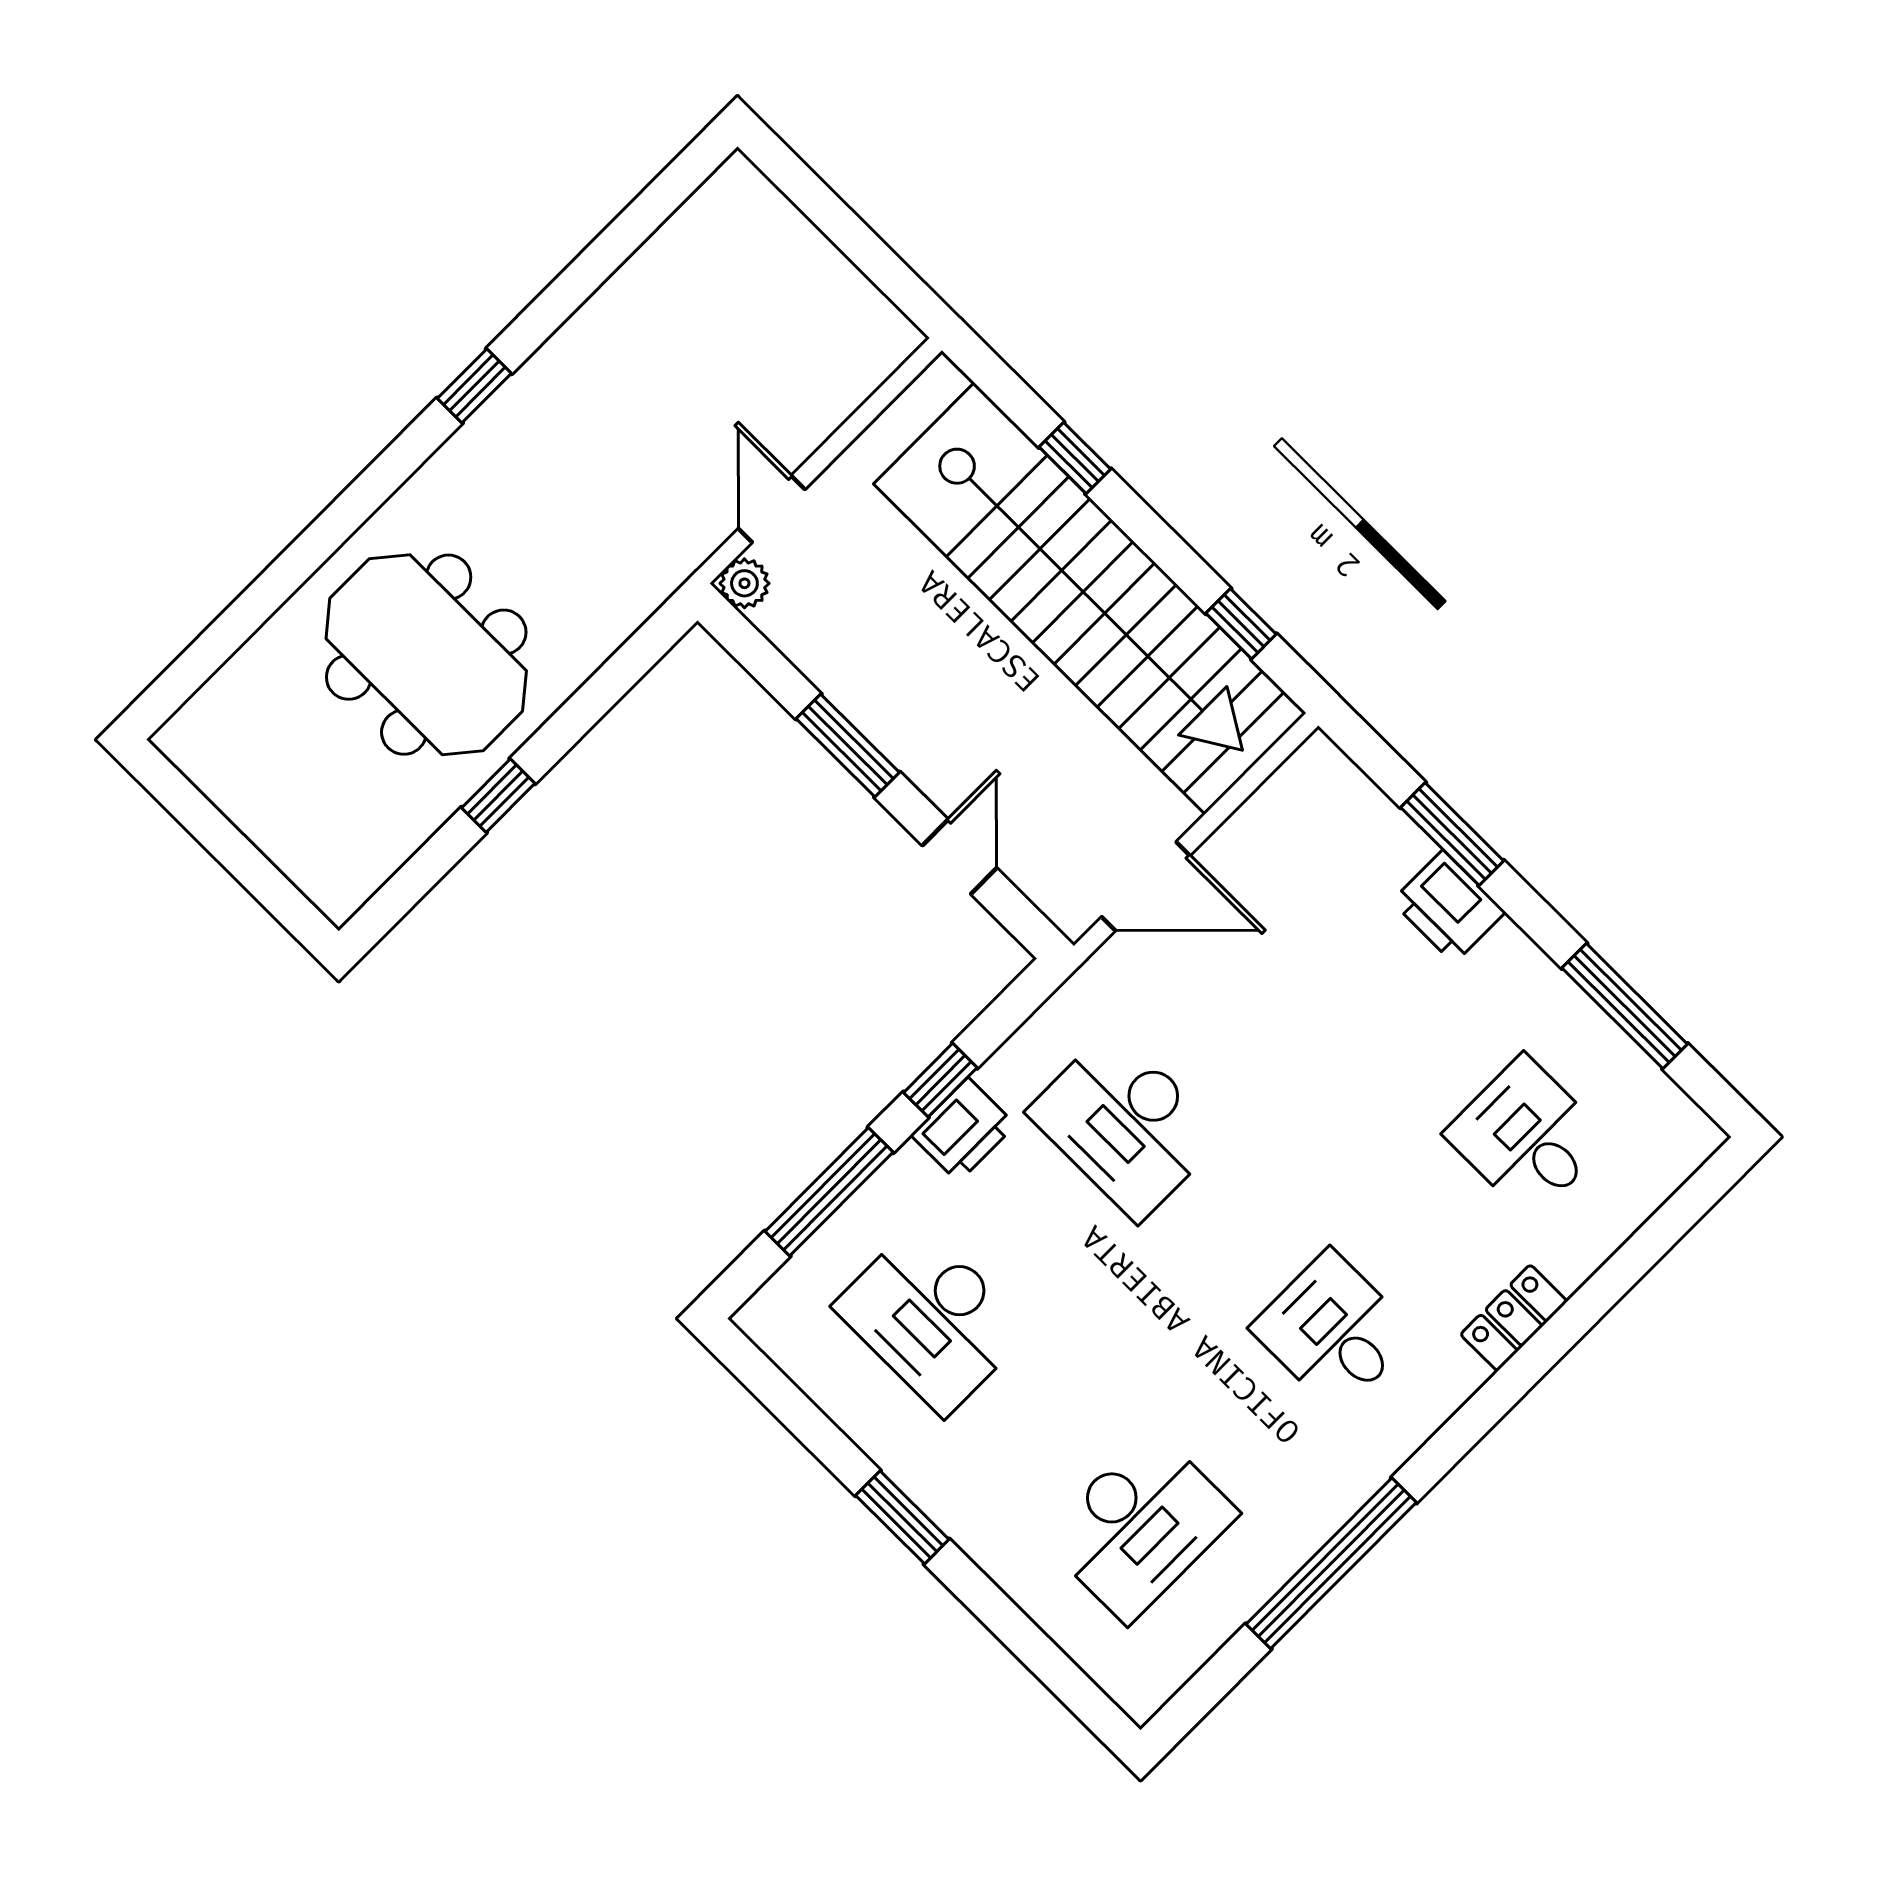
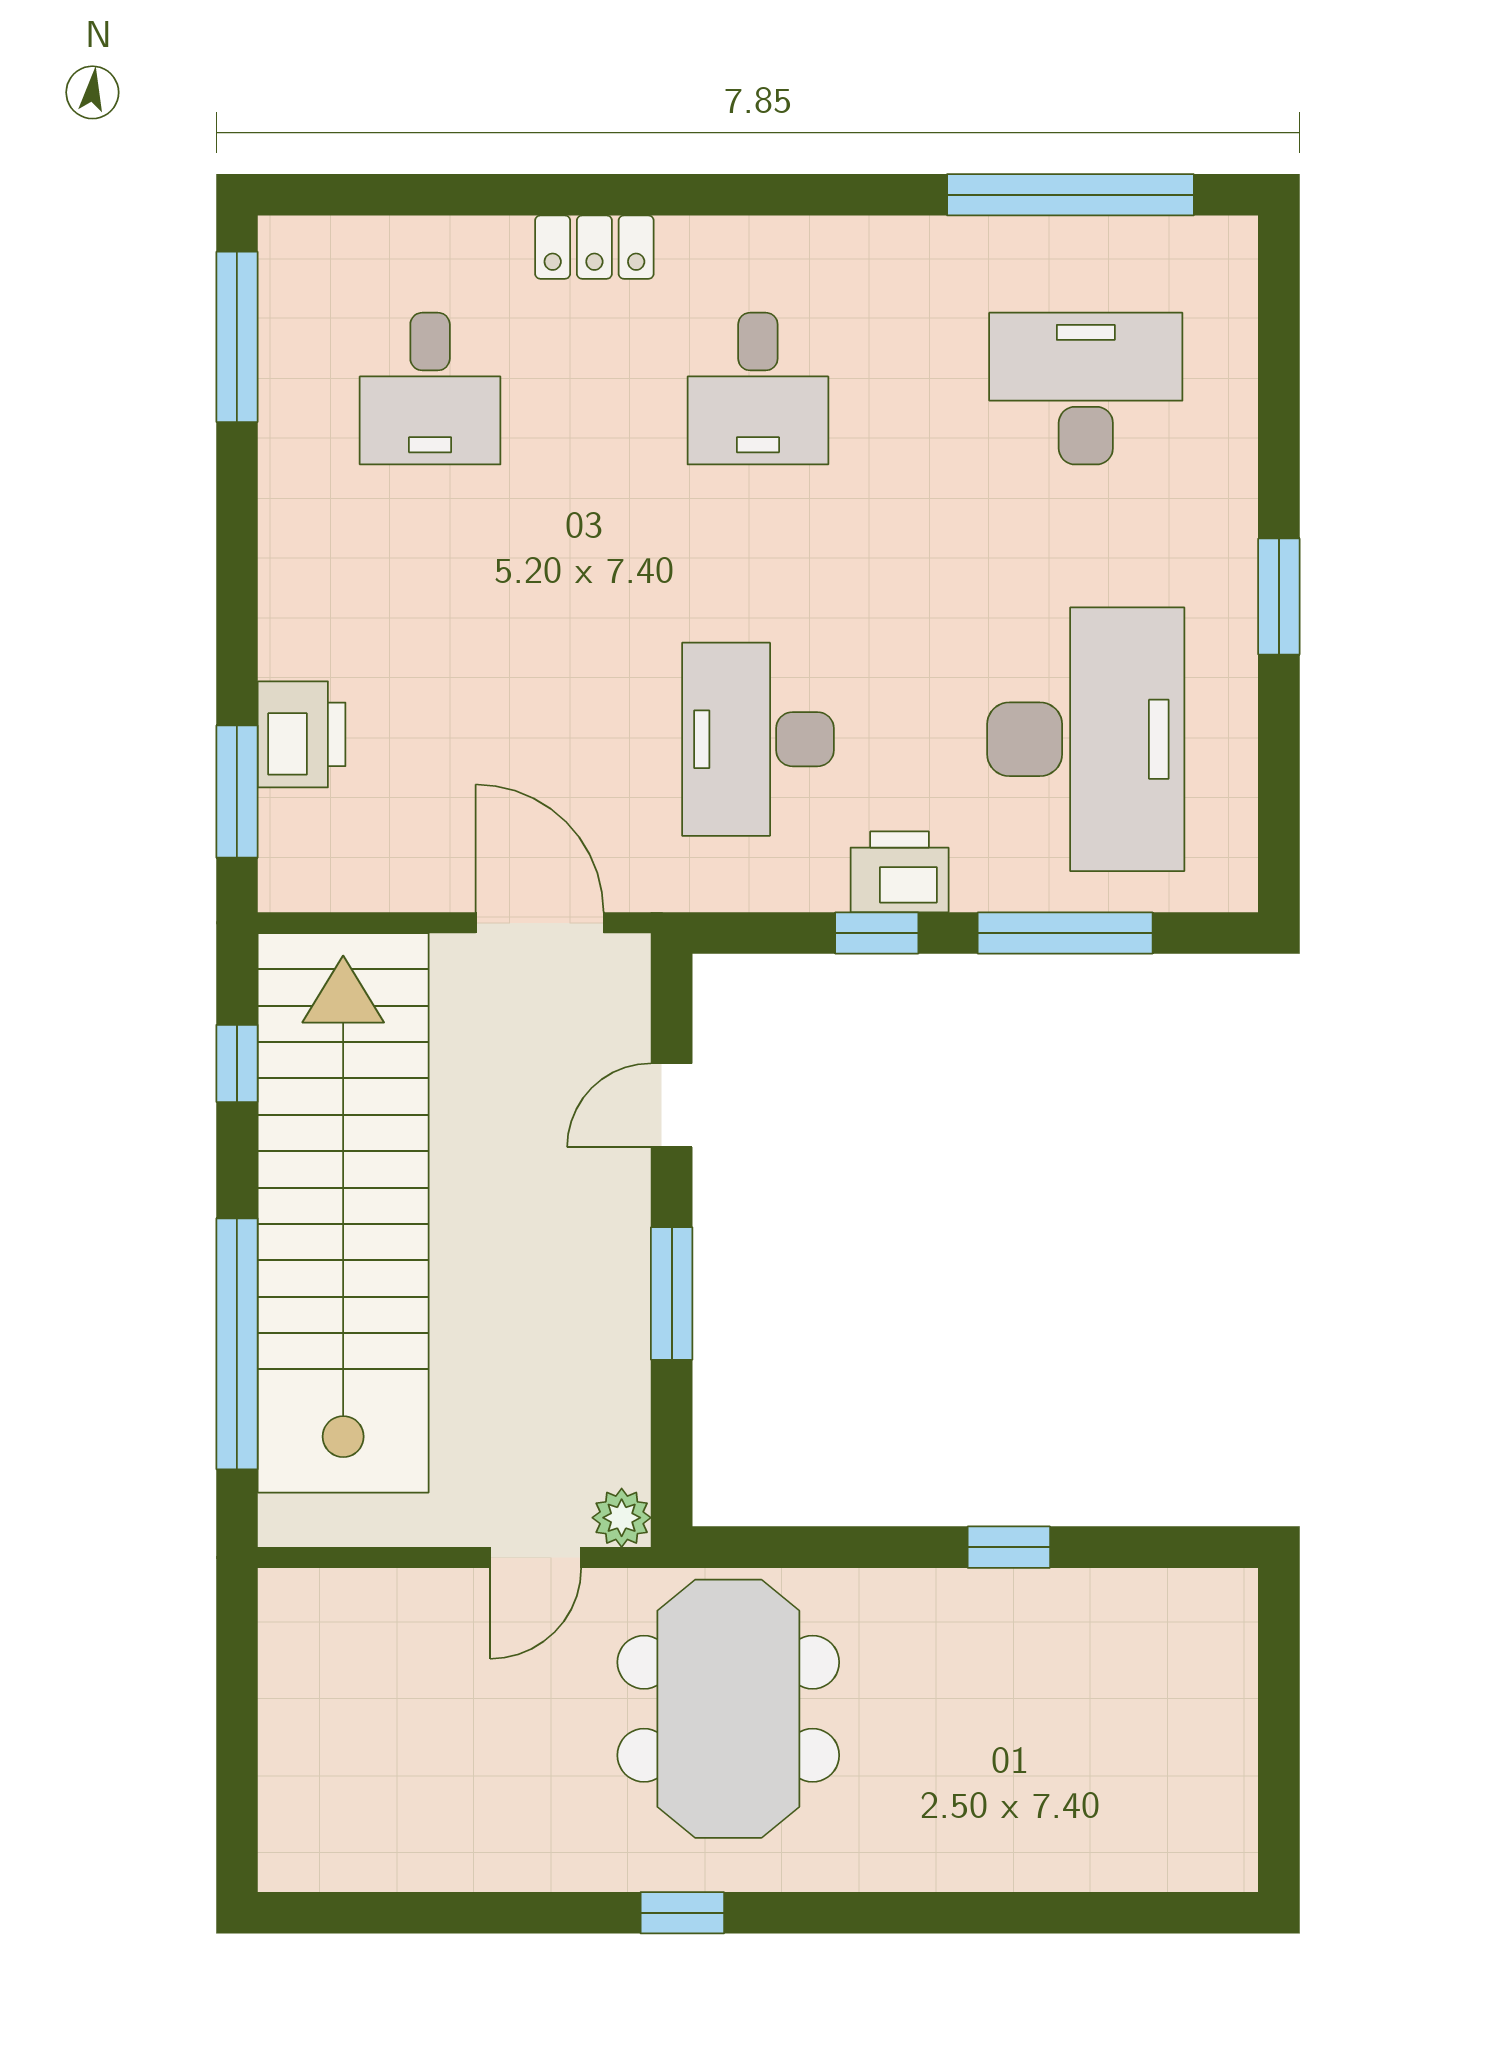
window: (1075, 458) -> (237, 1344), width x3.17
meeting table: (426, 655) -> (728, 1709), moved
window: (1452, 834) -> (237, 792), moved
printer: (1448, 907) -> (302, 734), moved
window: (1625, 1006) -> (237, 337), moved
desk: (1125, 1124) -> (758, 739), turned 180
desk: (932, 1319) -> (1086, 739), width x1.36, depth x1.30
window: (1331, 1563) -> (1070, 195), moved

